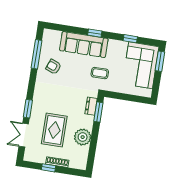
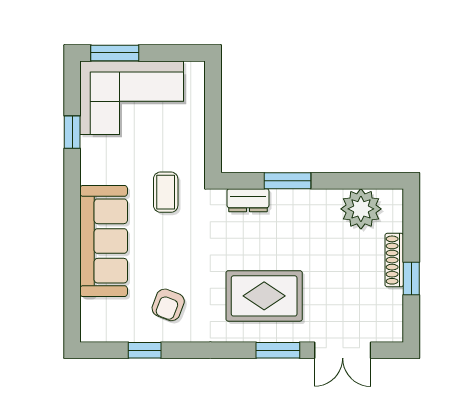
window: (95, 33) -> (72, 219), removed
window: (36, 54) -> (145, 350), width x0.46
window: (98, 112) -> (287, 181), moved
rug: (54, 130) -> (264, 296), moved
plant: (83, 137) -> (361, 209), moved

